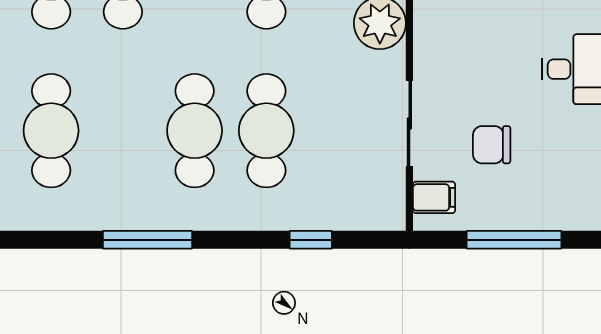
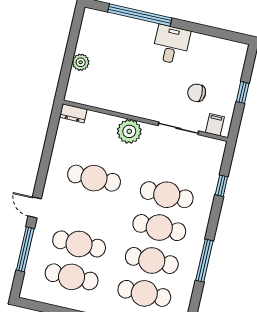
cafe table: (123, 131) -> (152, 260), added
chair: (492, 145) -> (197, 93), turned 90
window: (514, 240) -> (243, 92), width x0.46

